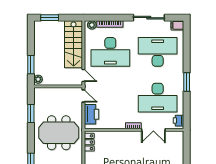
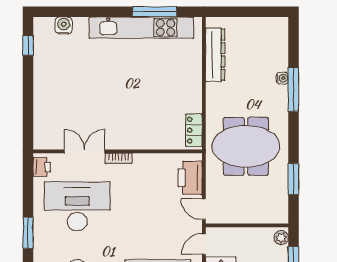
door: (83, 76) -> (204, 244), hinge flipped

